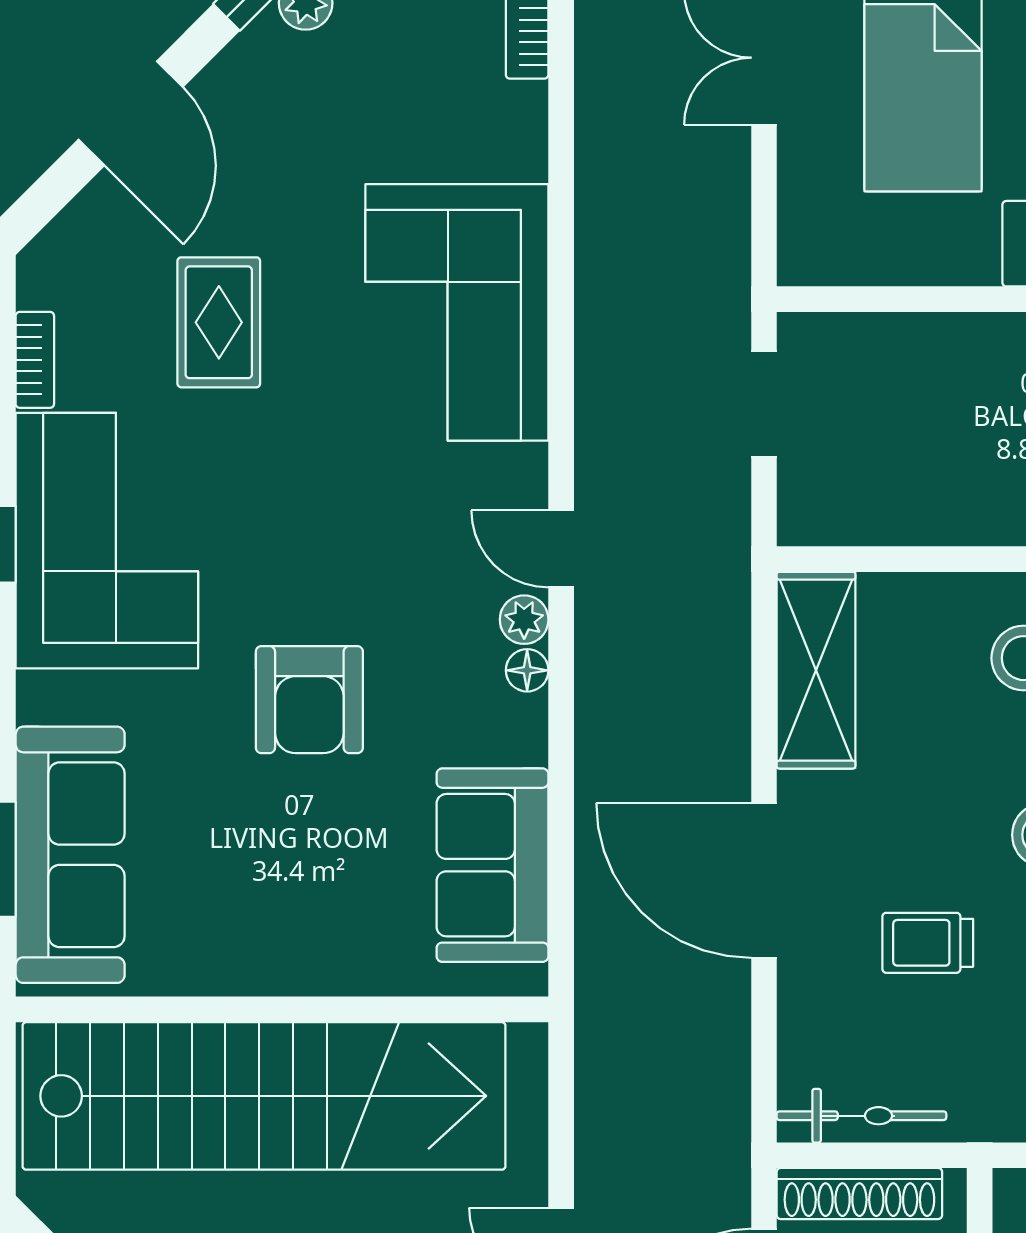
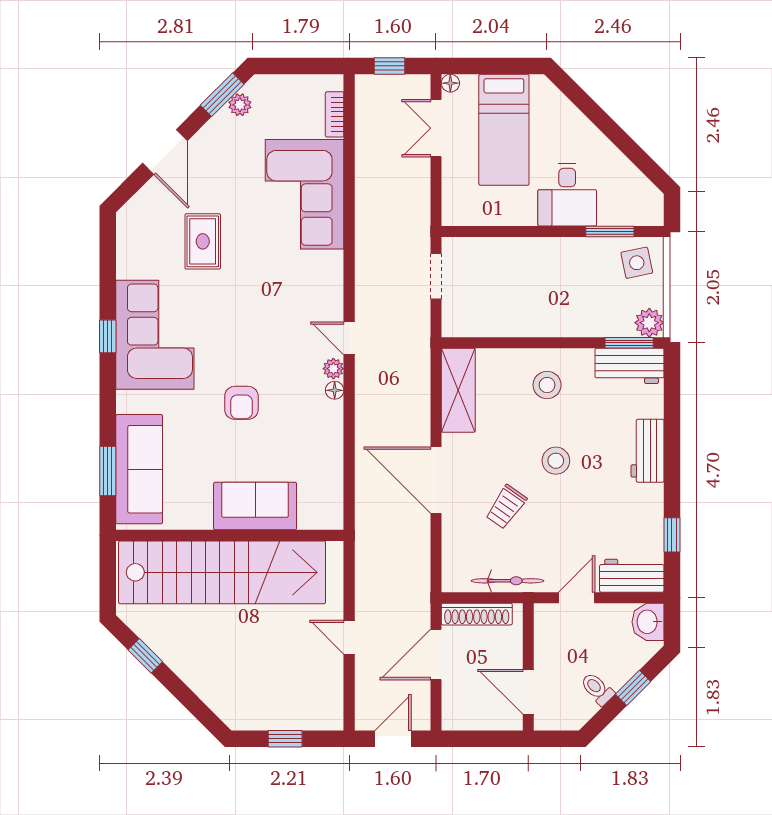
corner sofa: (457, 312) -> (305, 194), moved
bookcase: (35, 360) -> (124, 257), removed
armchair: (309, 700) -> (241, 403), width x0.72, depth x0.72
sofa: (492, 865) -> (255, 506), moved, turned 90
trolley: (928, 943) -> (506, 507), turned -55
bicycle: (861, 1116) -> (508, 581), moved

